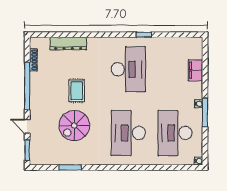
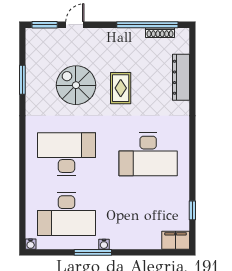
window: (144, 35) -> (192, 210), moved
filing cabinet: (195, 70) -> (176, 240), moved
window: (27, 86) -> (147, 25), moved
rug: (77, 91) -> (121, 88), turned 90
desk: (175, 133) -> (66, 214), turned 180

